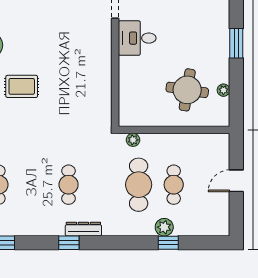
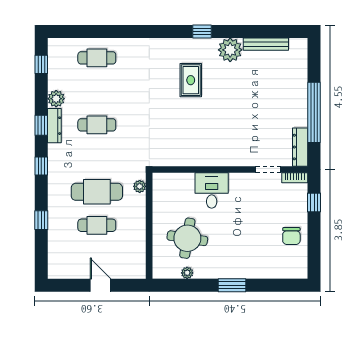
desk: (137, 38) -> (212, 190), moved
plant: (164, 227) -> (56, 99), moved
dresser: (83, 229) -> (54, 126), moved
window: (112, 243) -> (41, 166), added

